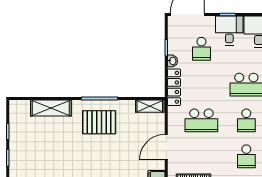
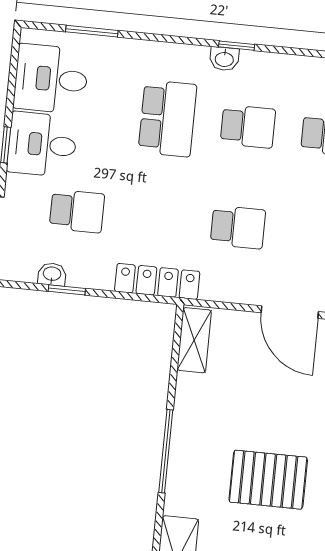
washbasin: (172, 61) -> (52, 274), moved
school desk: (201, 120) -> (238, 227), width x0.54
pallet: (99, 122) -> (268, 480), moved, turned 90

